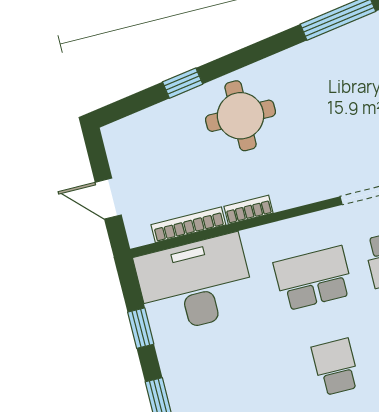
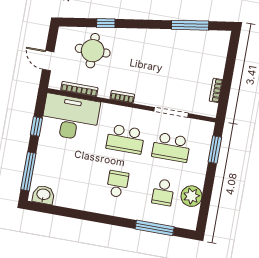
round table: (241, 116) -> (93, 51), moved
bookcase: (248, 210) -> (122, 97), moved
school desk: (313, 278) -> (125, 139), turned 180

